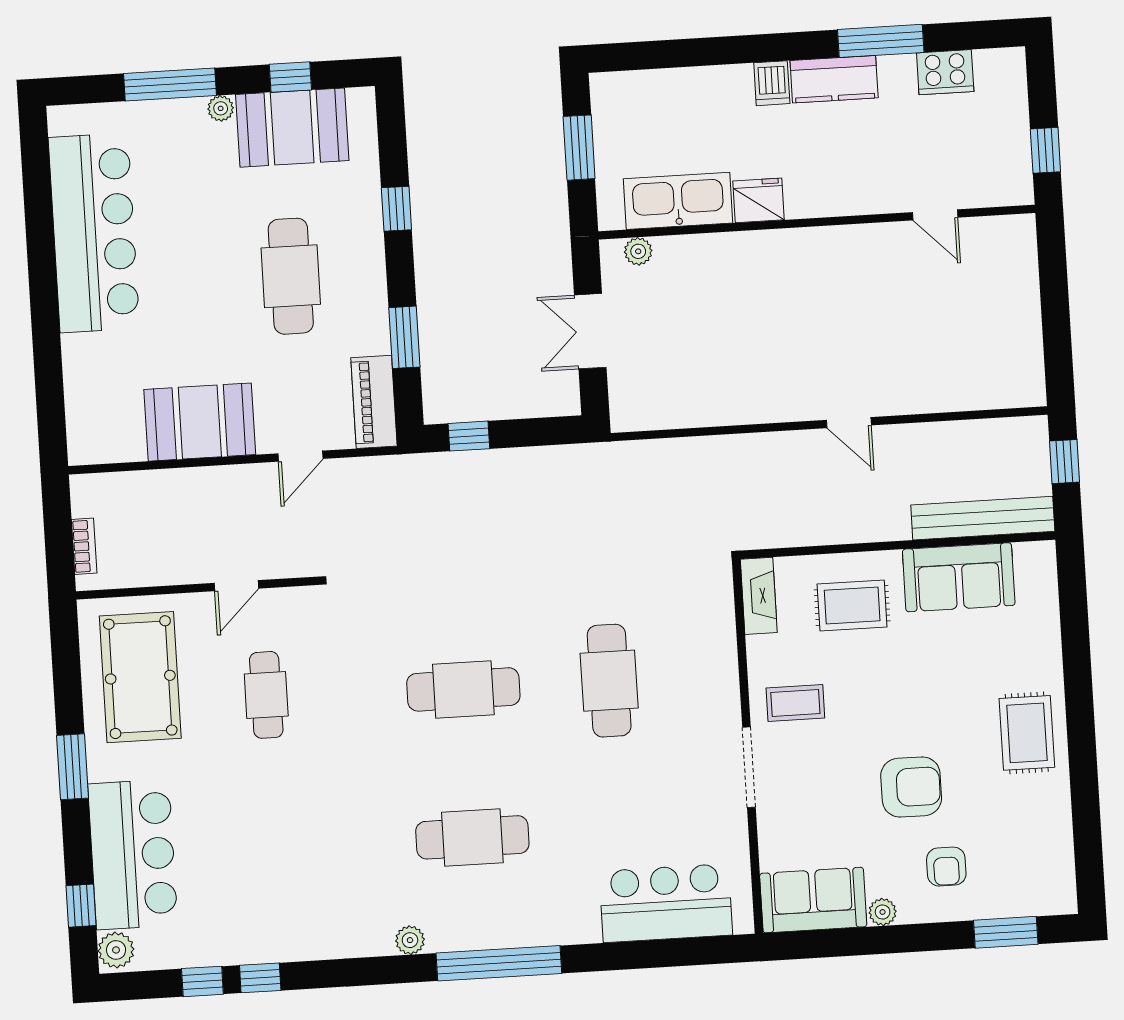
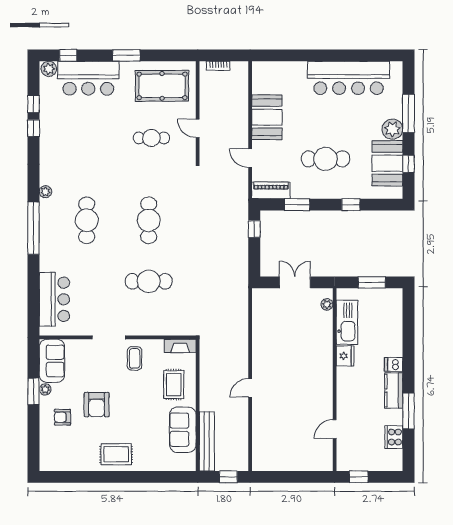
plant: (221, 108) -> (392, 129), width x1.88, depth x1.88
window: (1006, 932) -> (34, 391), moved

